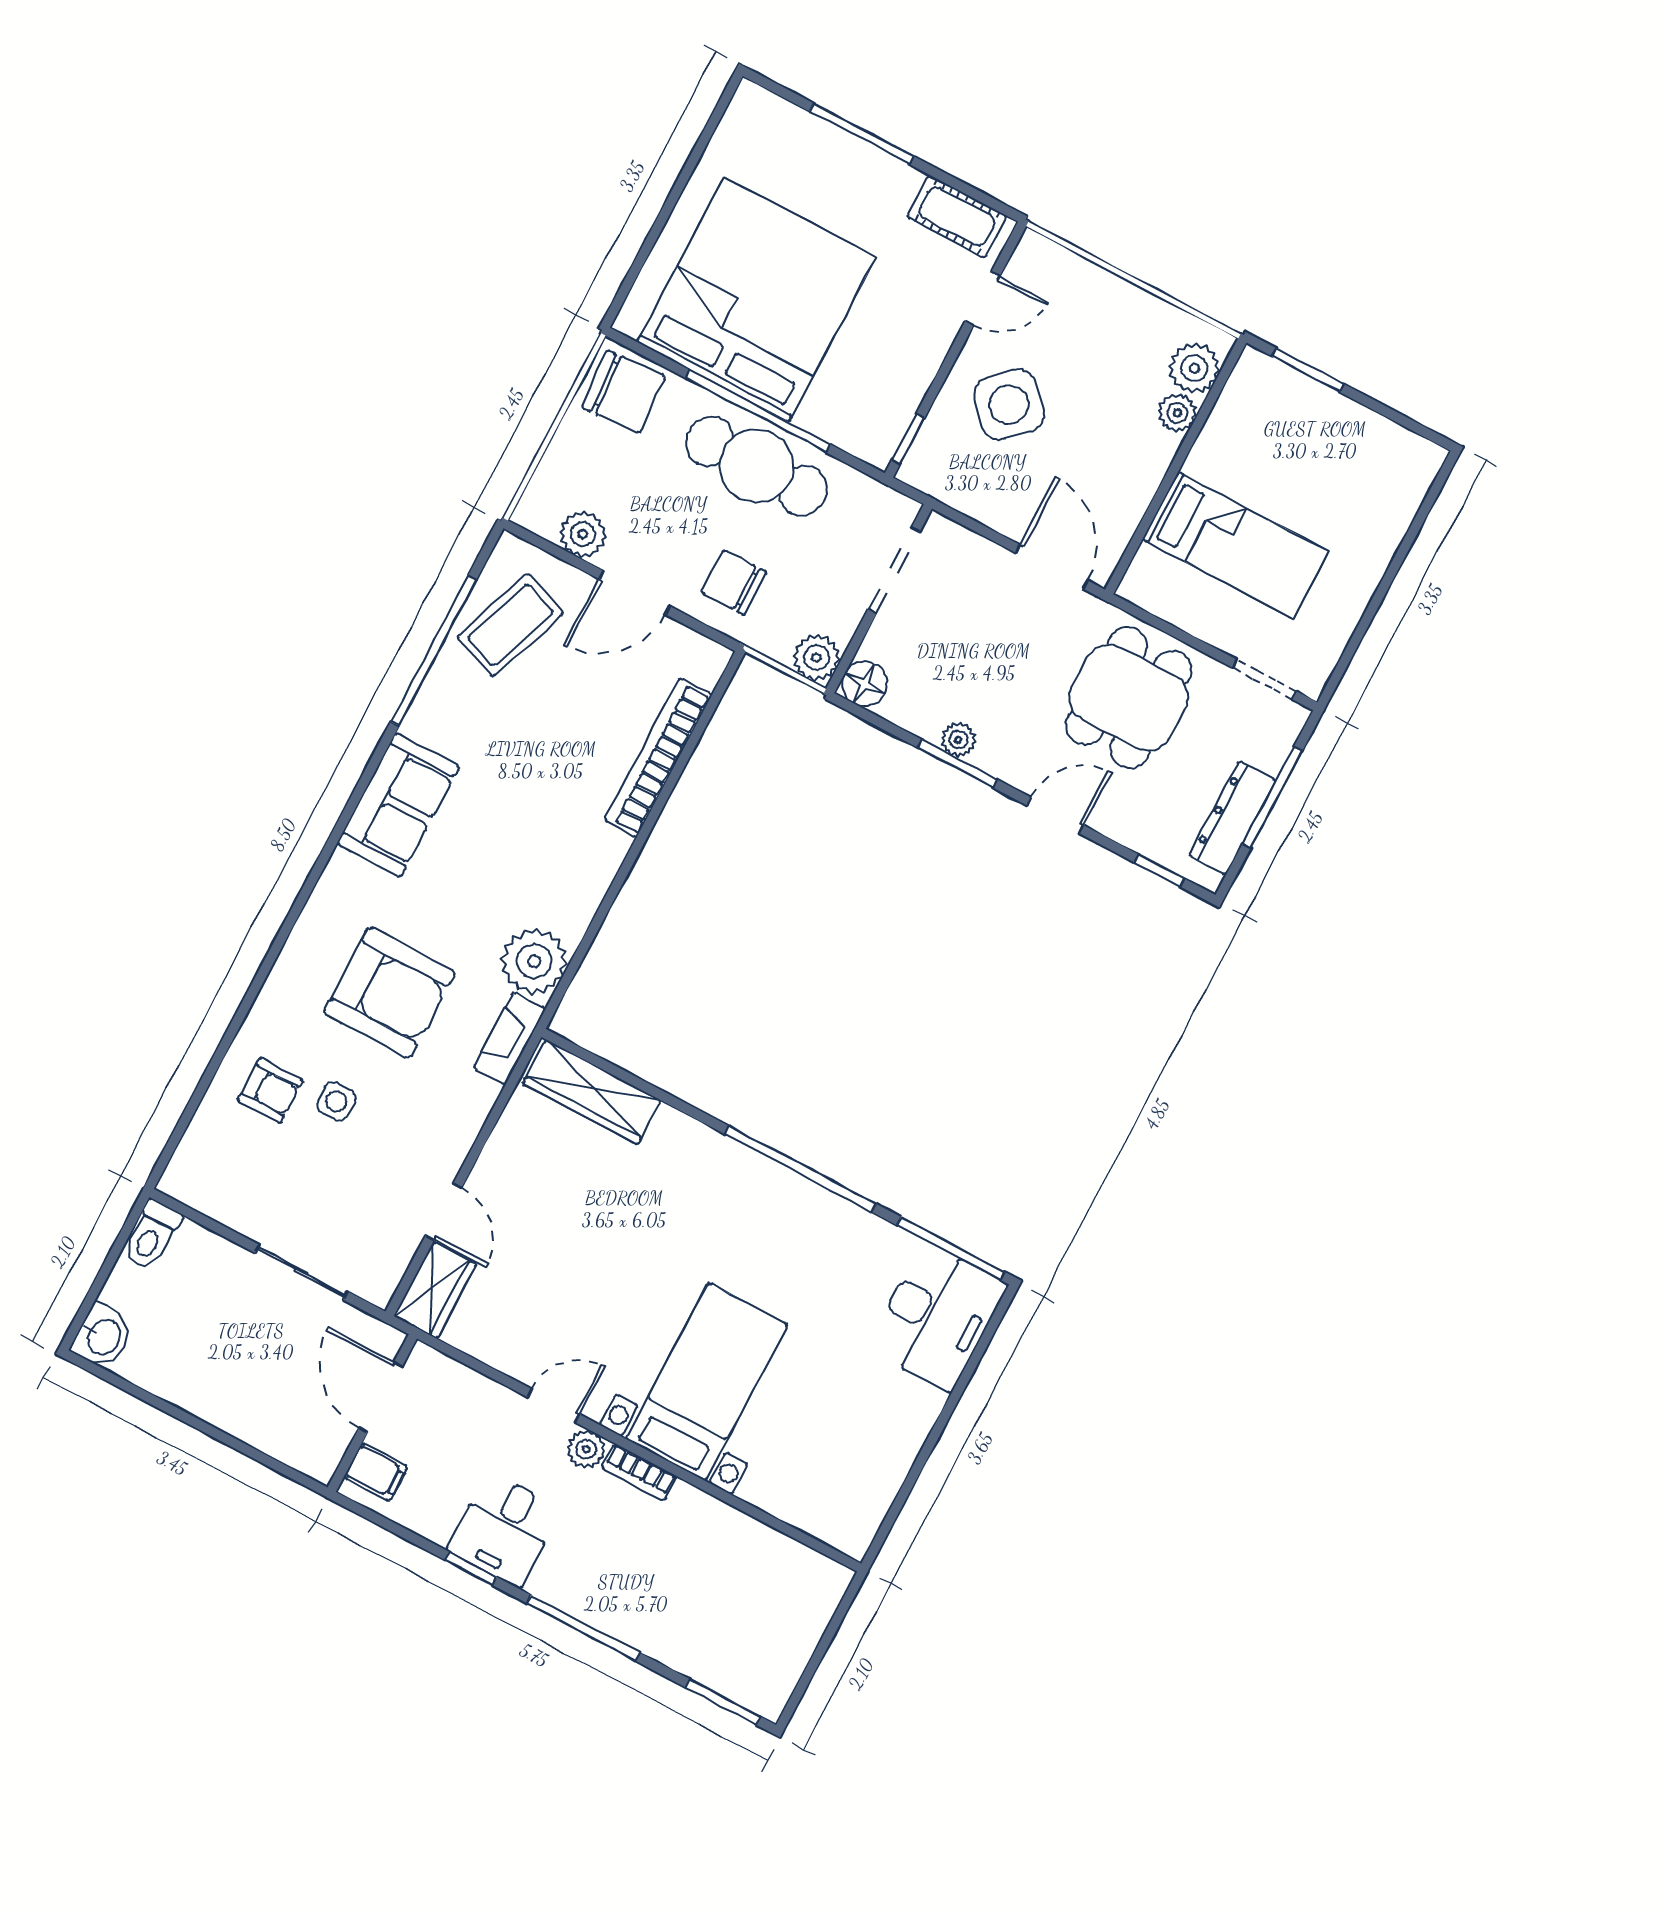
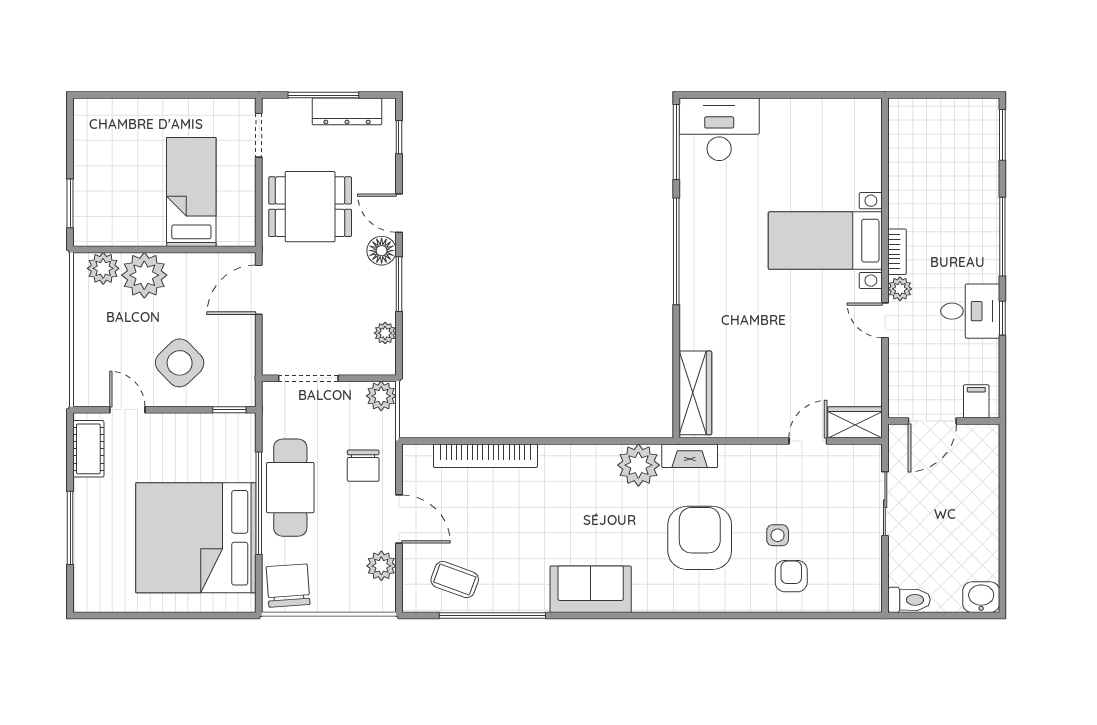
plant: (1177, 413) -> (144, 275), width x1.88, depth x1.88
coffee table: (510, 625) -> (455, 580), width x0.73, depth x0.77
floor lamp: (865, 684) -> (382, 251), moved
plant: (958, 740) -> (385, 333), moved

